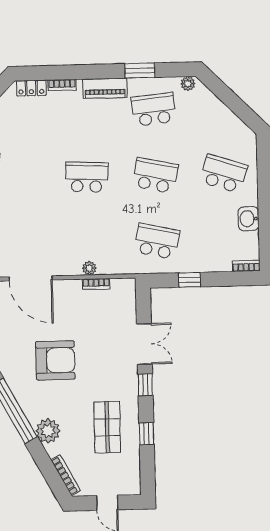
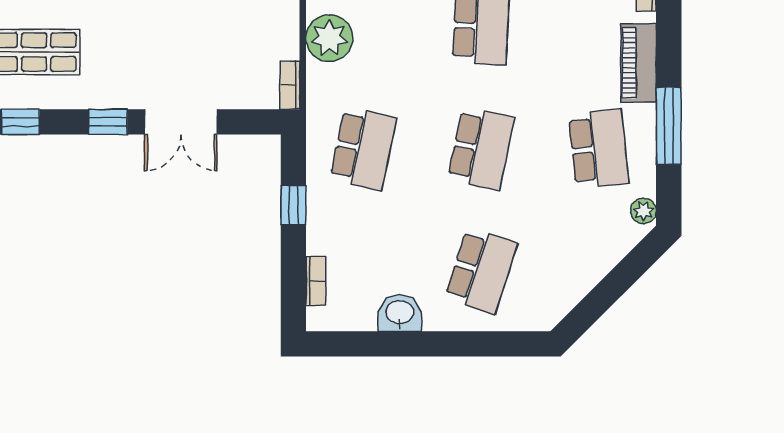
window: (140, 71) -> (669, 126), width x1.44
bookcase: (246, 266) -> (316, 281), moved
plant: (89, 268) -> (329, 38), width x1.88, depth x1.88
bookcase: (96, 284) -> (290, 85), moved

